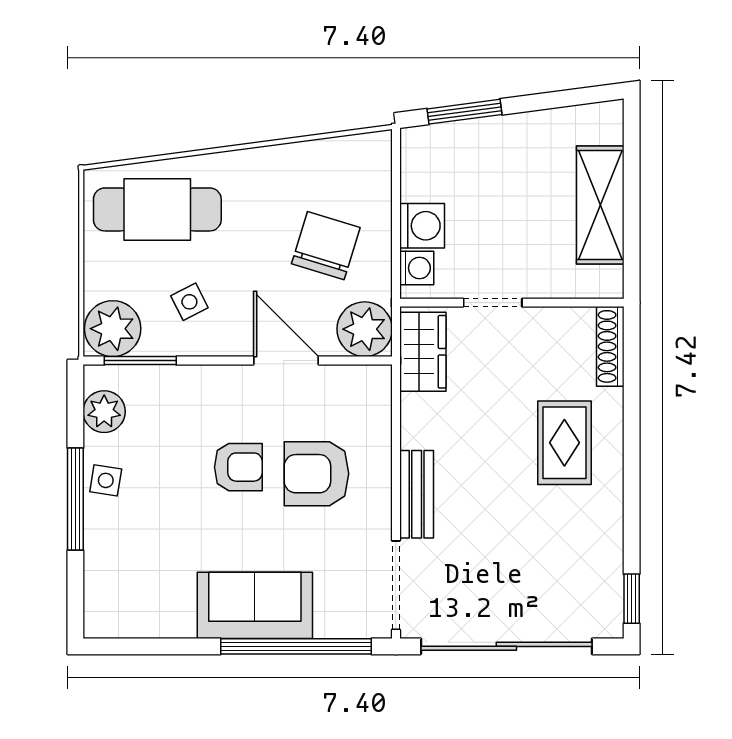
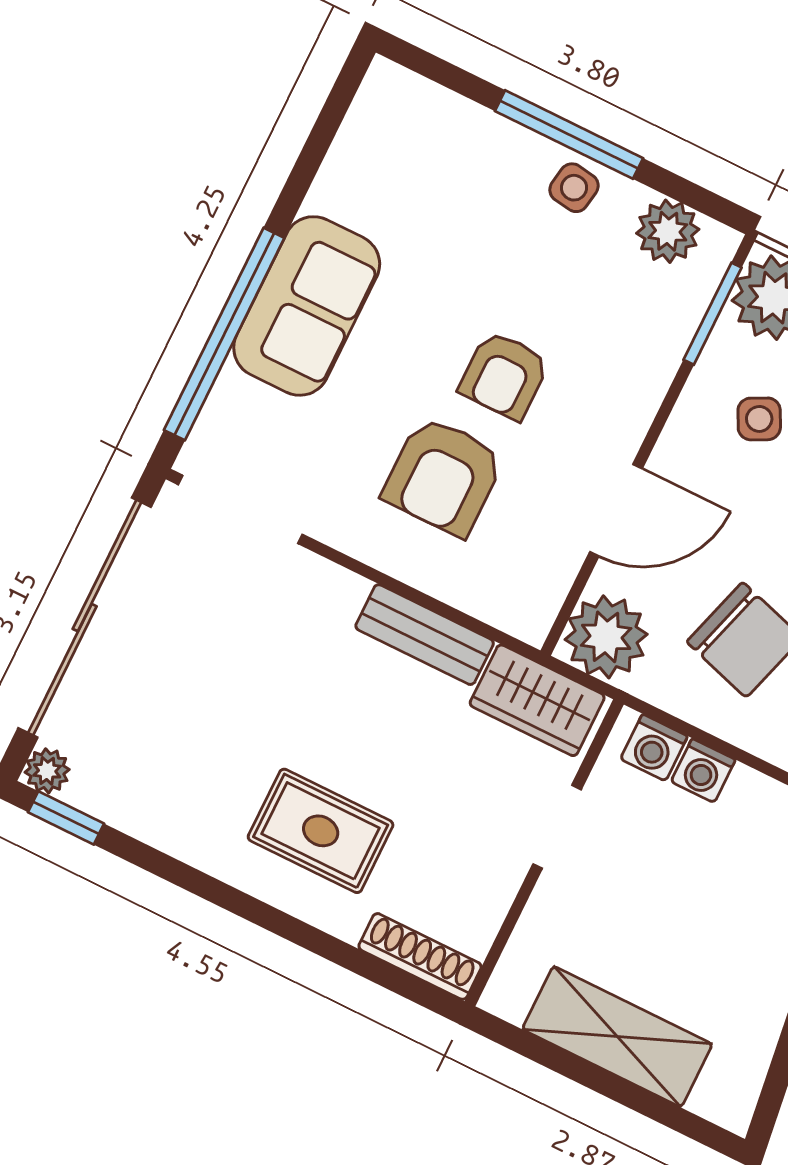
washing machine: (422, 226) -> (703, 771), width x0.73, depth x0.73
armchair: (316, 474) -> (443, 476), turned 180
bench: (417, 494) -> (425, 635), moved
plant: (609, 624) -> (47, 771), added

